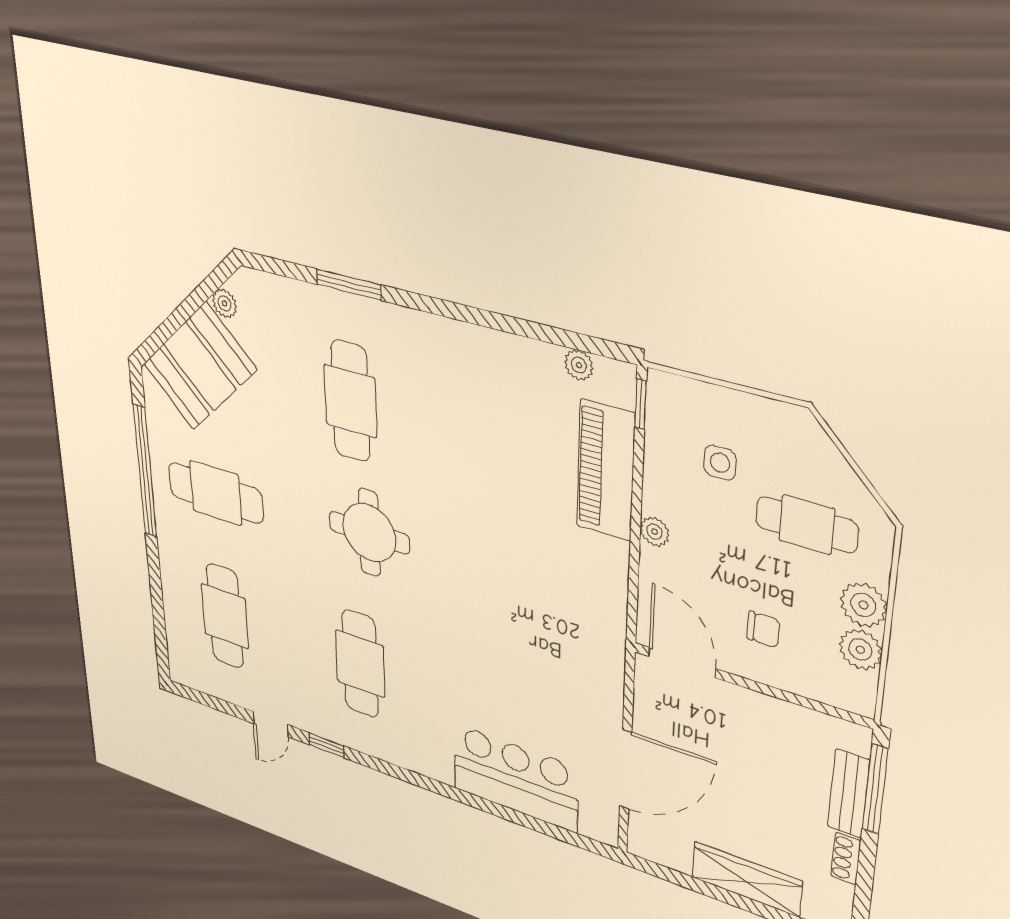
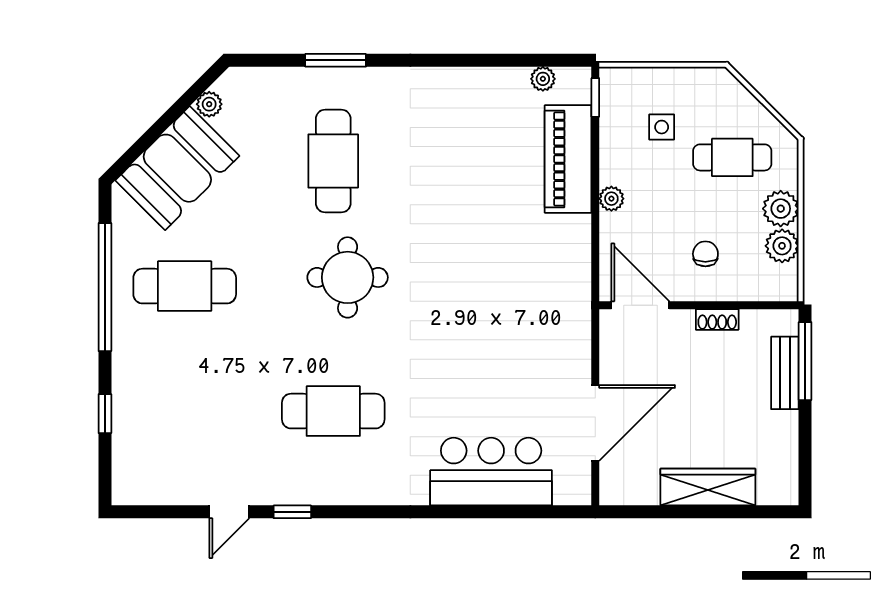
window: (157, 594) -> (105, 414), added
cafe table: (225, 616) -> (185, 411), removed
chair: (763, 629) -> (705, 254), turned -90
cafe table: (360, 664) -> (333, 411), turned 90
shoe rack: (846, 859) -> (717, 319), moved, turned -90

